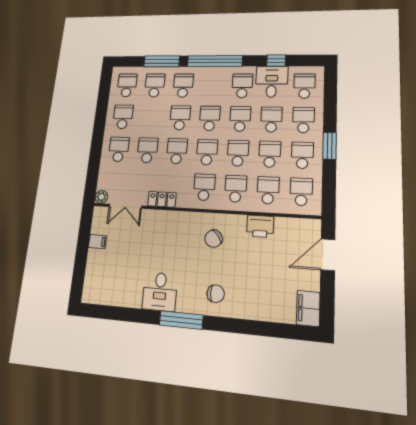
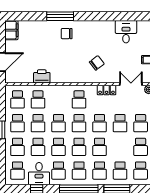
school desk: (236, 189) -> (79, 171), moved
chair: (214, 239) -> (97, 63), moved
desk: (160, 292) -> (126, 32), moved
window: (181, 320) -> (60, 16), moved

